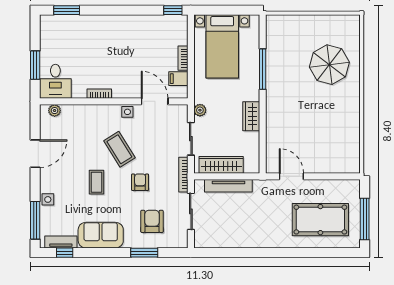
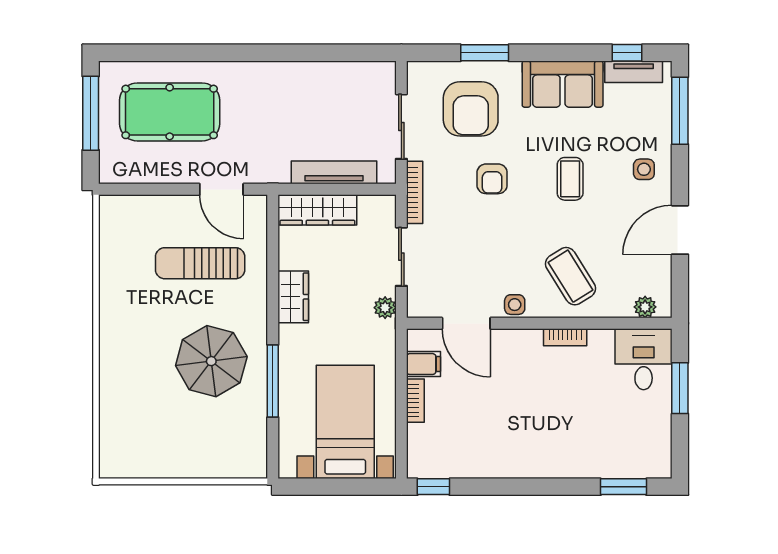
parasol: (329, 65) -> (211, 361), moved
sun lounger: (303, 135) -> (200, 263), added
coffee table: (119, 149) -> (570, 276), moved
wardrobe: (221, 165) -> (317, 210), moved
side table: (48, 199) -> (644, 169), moved
armchair: (152, 221) -> (471, 109), width x1.36, depth x1.36

